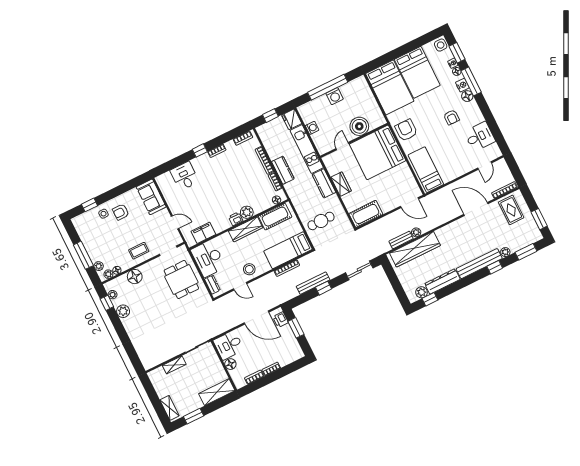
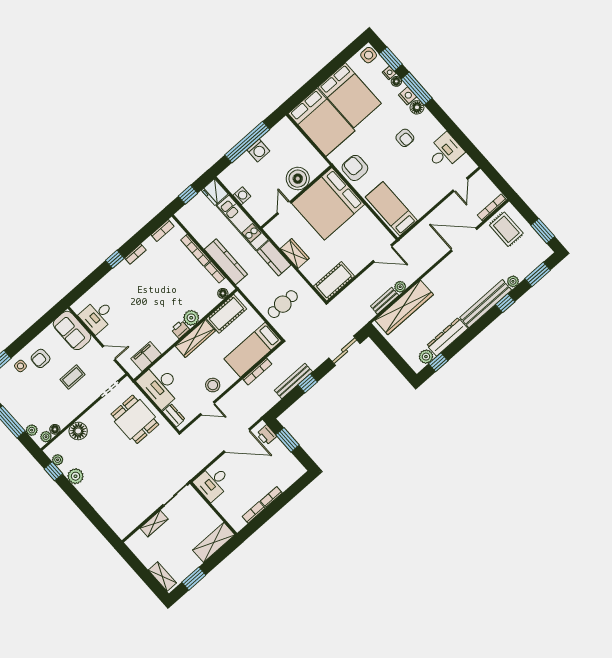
kitchen counter: (283, 170) -> (226, 262), width x1.50
desk: (185, 176) -> (97, 316), moved, turned -90
coffee table: (139, 251) -> (73, 377), moved
floor lamp: (230, 364) -> (221, 504), removed

